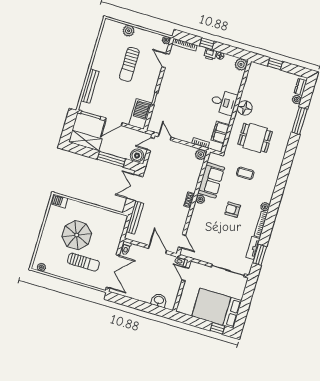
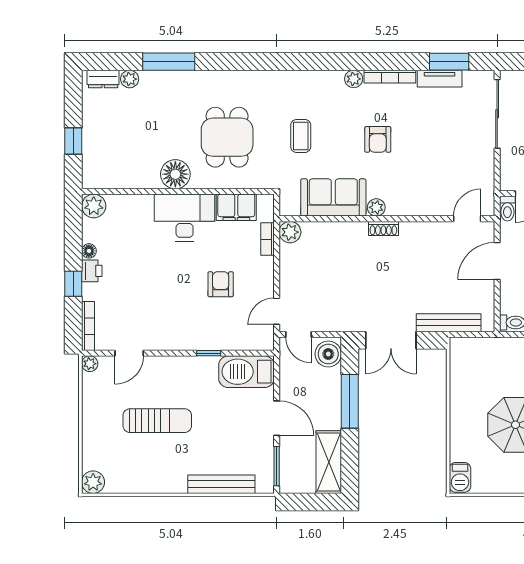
plant: (129, 31) -> (93, 482), moved
desk: (224, 102) -> (185, 218), width x1.37
armchair: (186, 114) -> (221, 284), added

